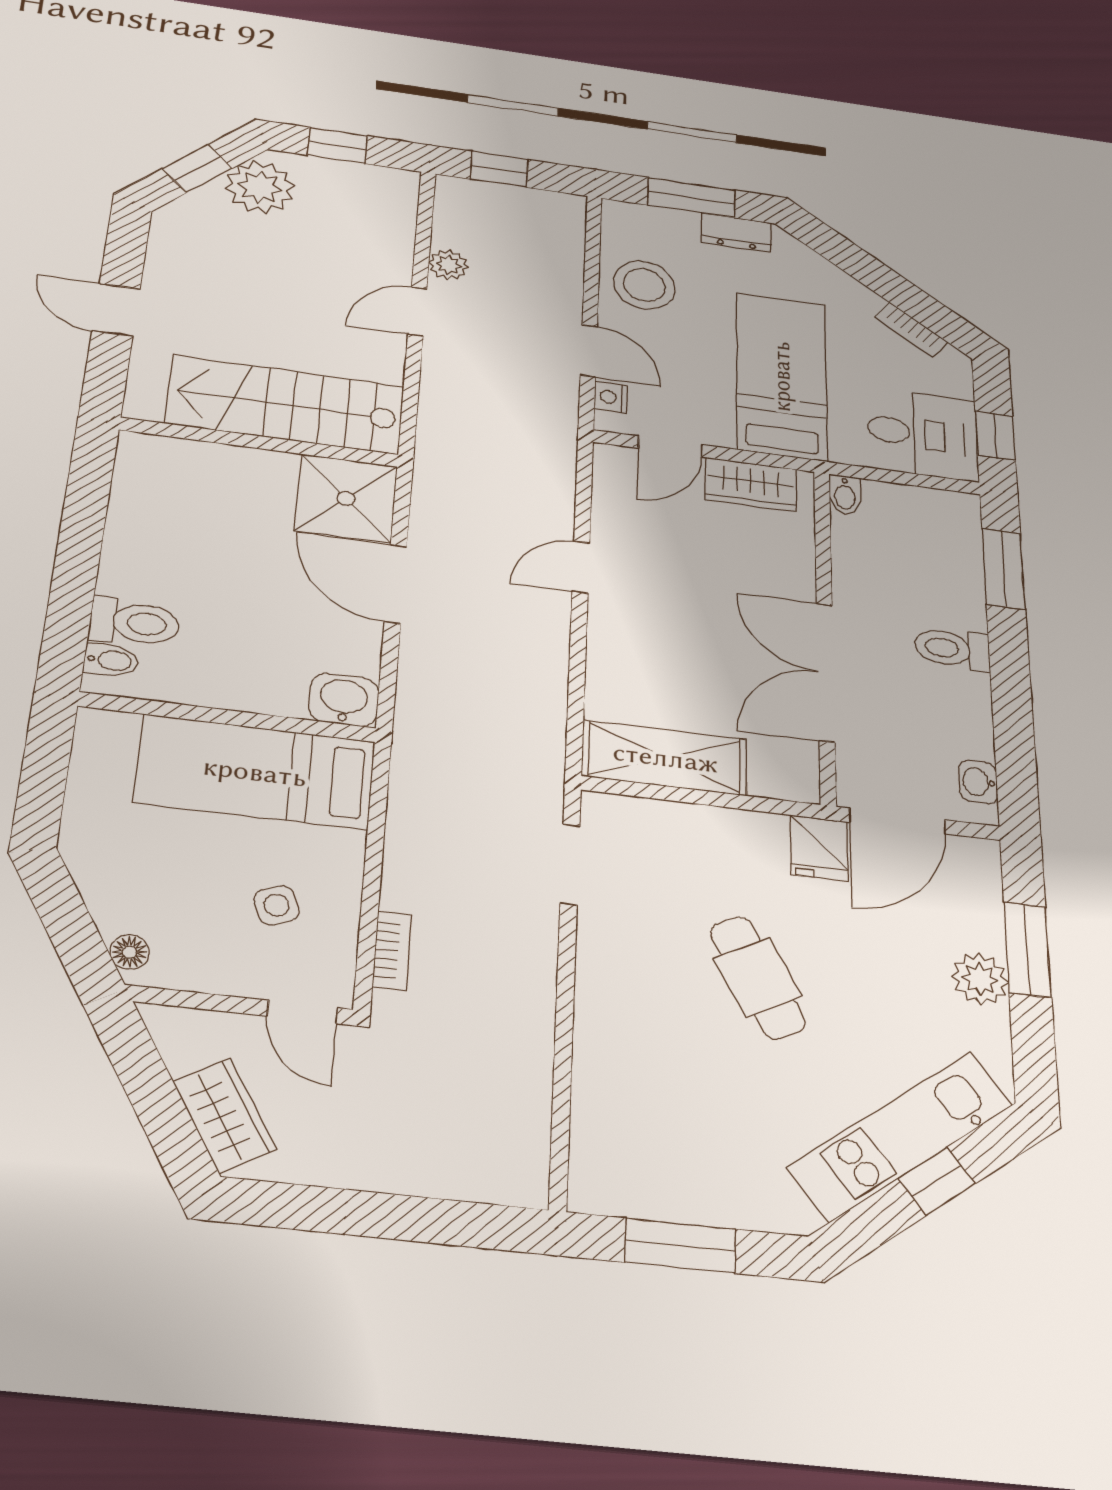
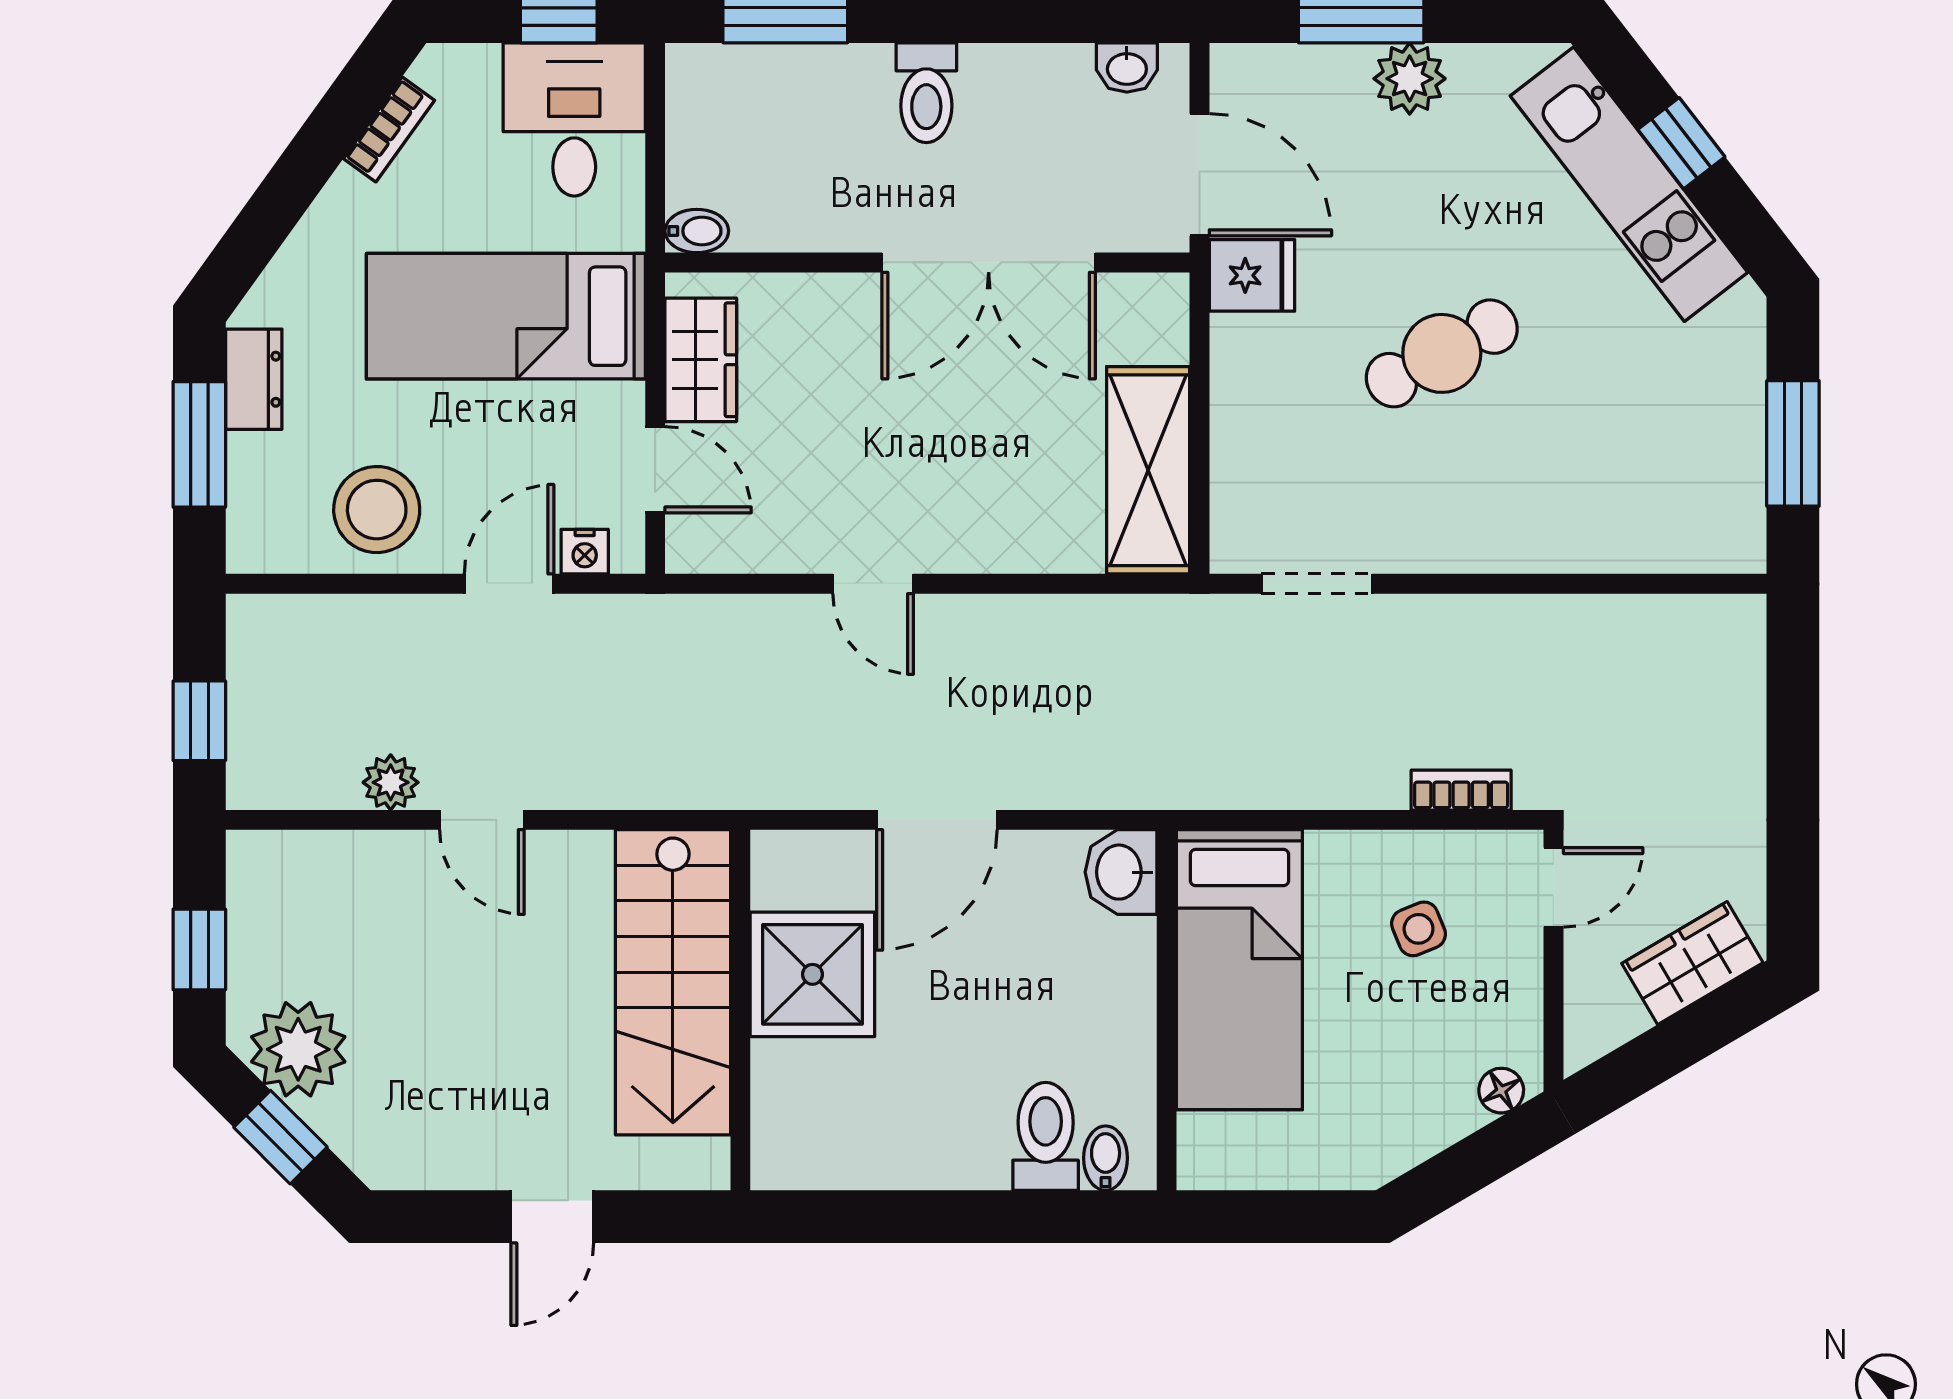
shower: (346, 498) -> (812, 974), moved

